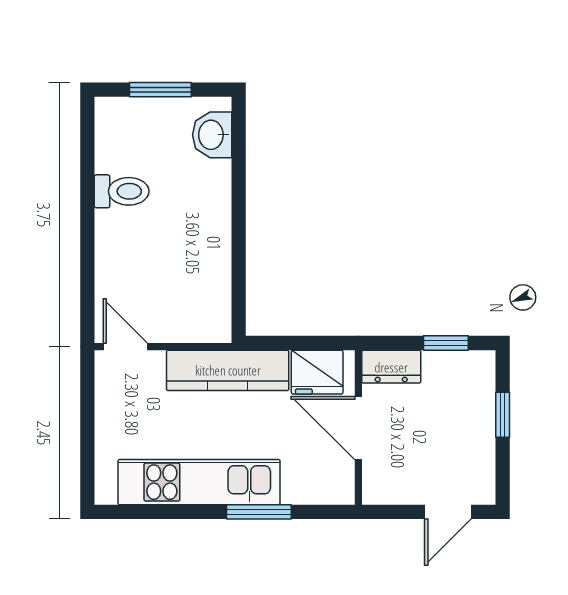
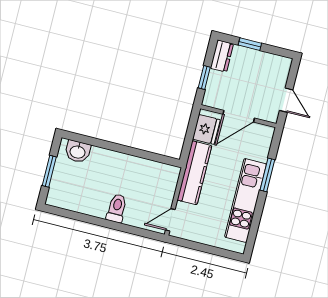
toilet: (122, 191) -> (117, 208), moved
window: (446, 343) -> (204, 77), moved
dresser: (391, 367) -> (222, 56), moved
door: (448, 512) -> (286, 100), moved

